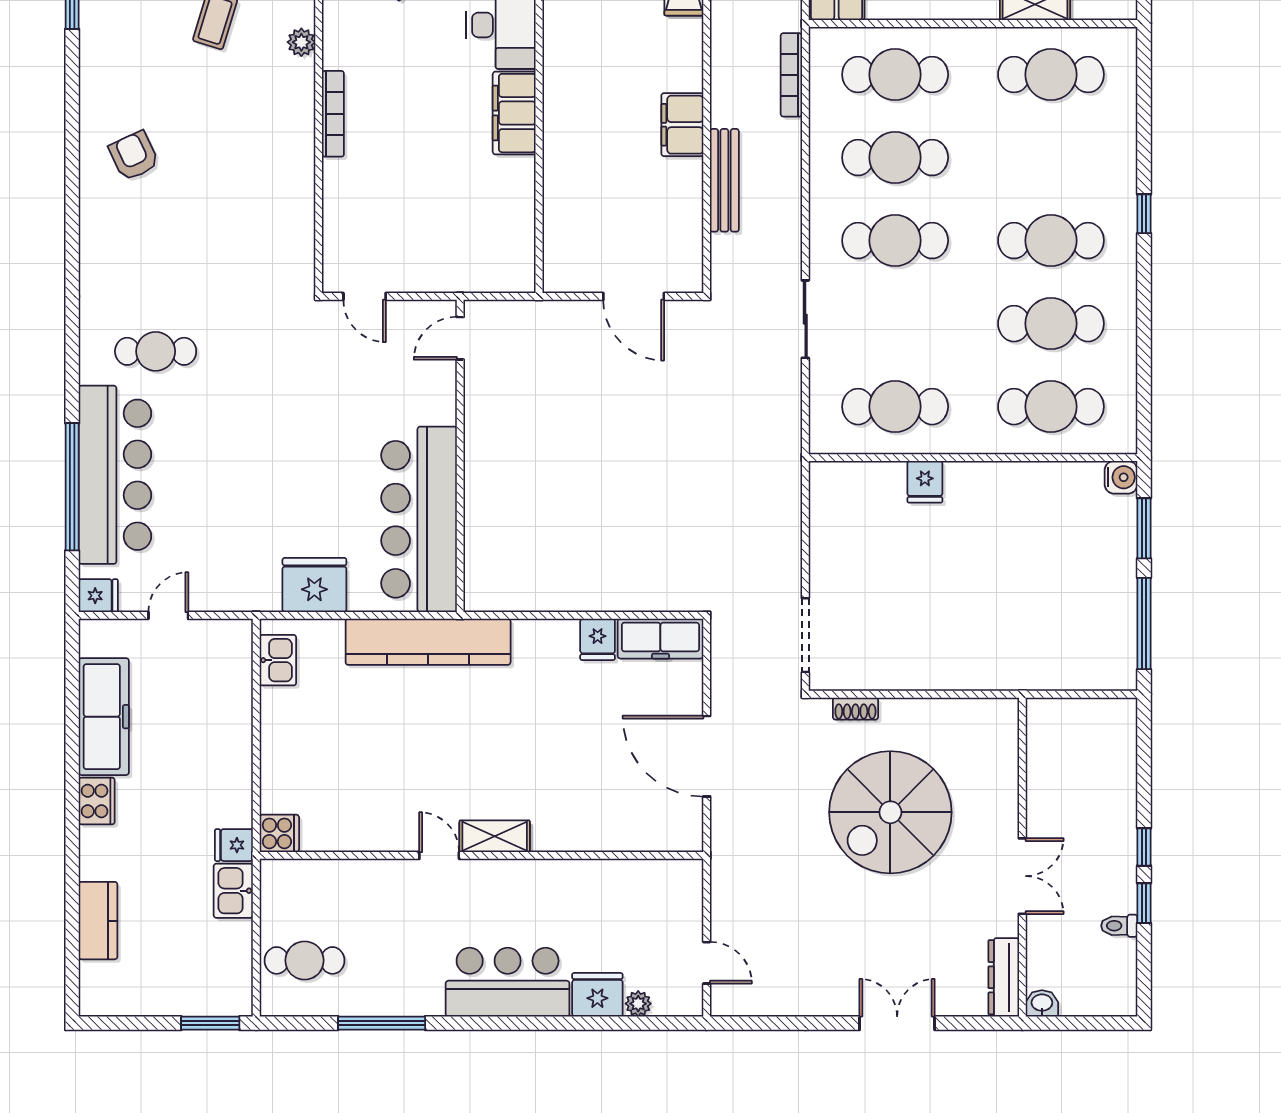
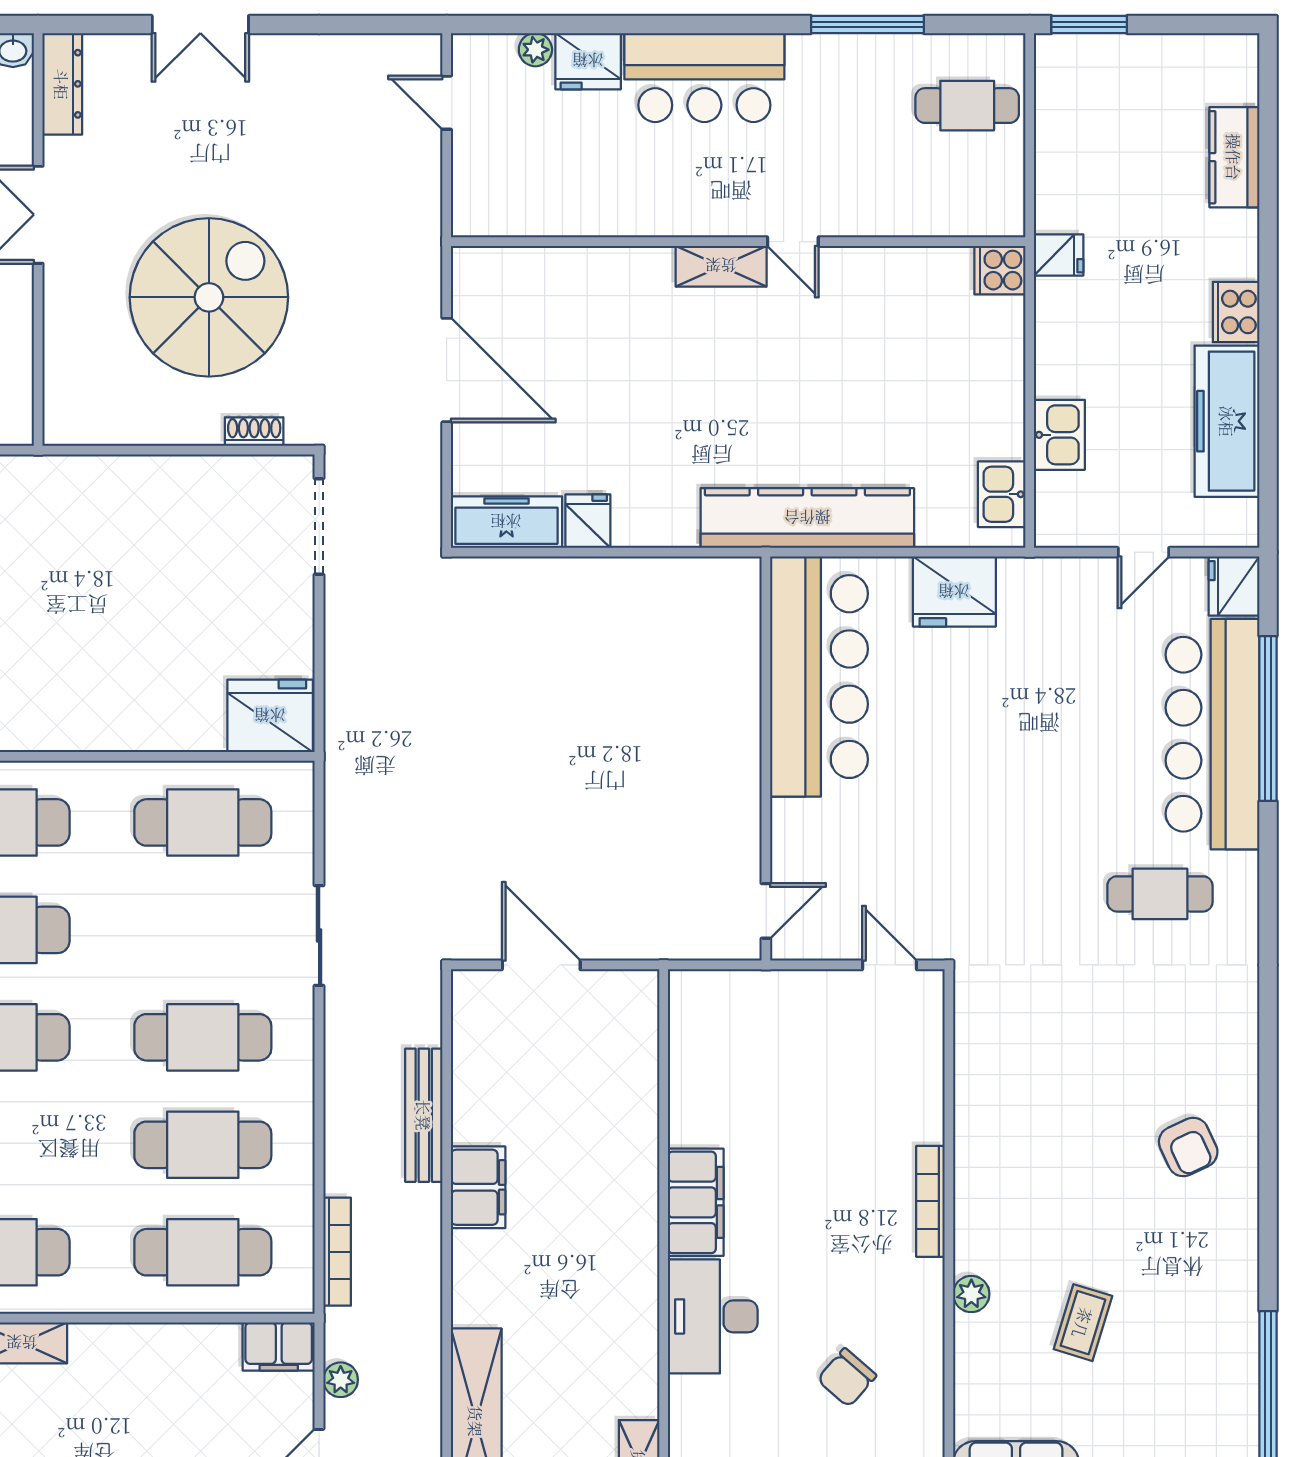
fridge: (925, 482) -> (270, 716), moved, width x1.88, depth x1.34
fridge: (98, 596) -> (1234, 586), width x1.38
kitchen sink: (233, 891) -> (1059, 435), moved

